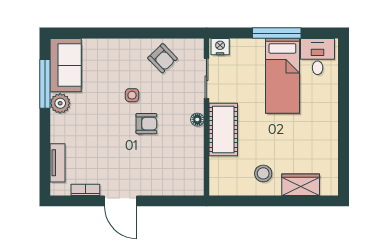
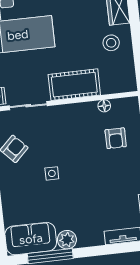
floor lamp: (197, 120) -> (104, 106), moved
armchair: (146, 124) -> (116, 138), moved, turned 180

